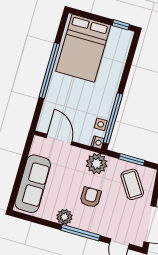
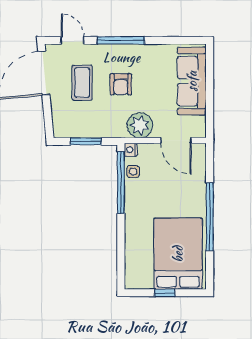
window: (121, 25) -> (165, 293), moved
plant: (97, 164) -> (140, 125), moved
coffee table: (132, 184) -> (82, 83), moved, turned 33
plant: (64, 217) -> (144, 53), removed

